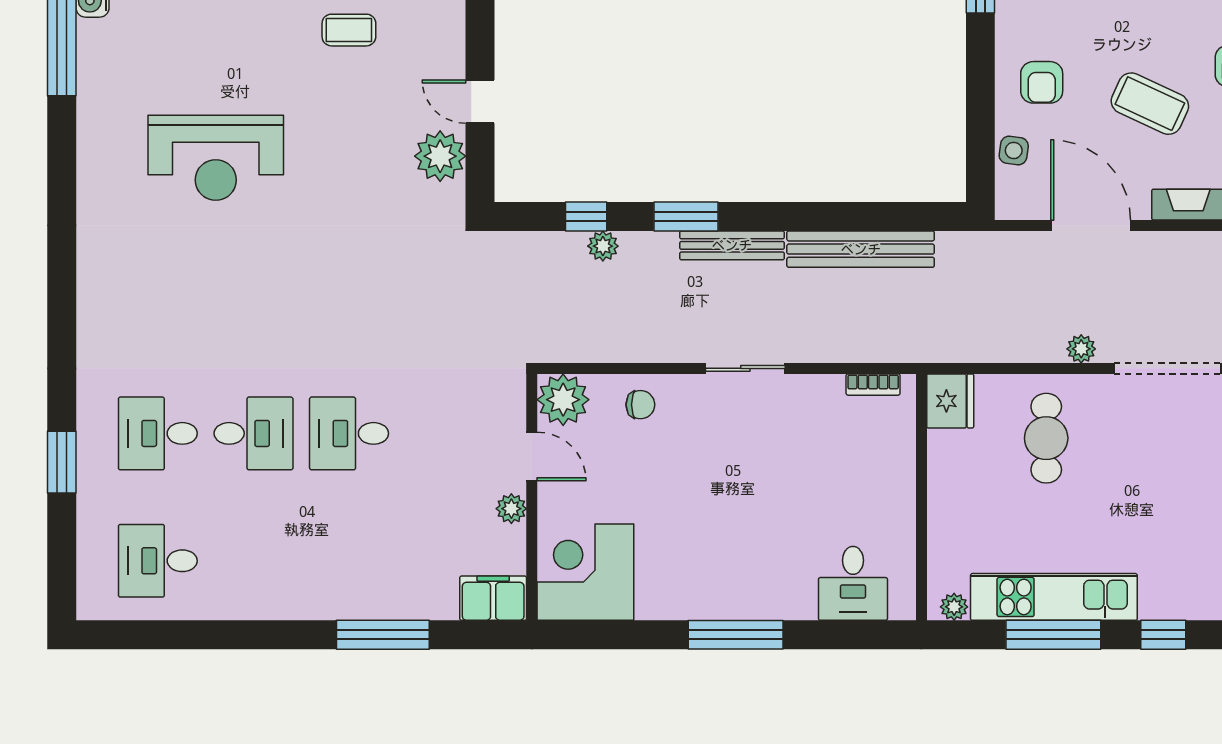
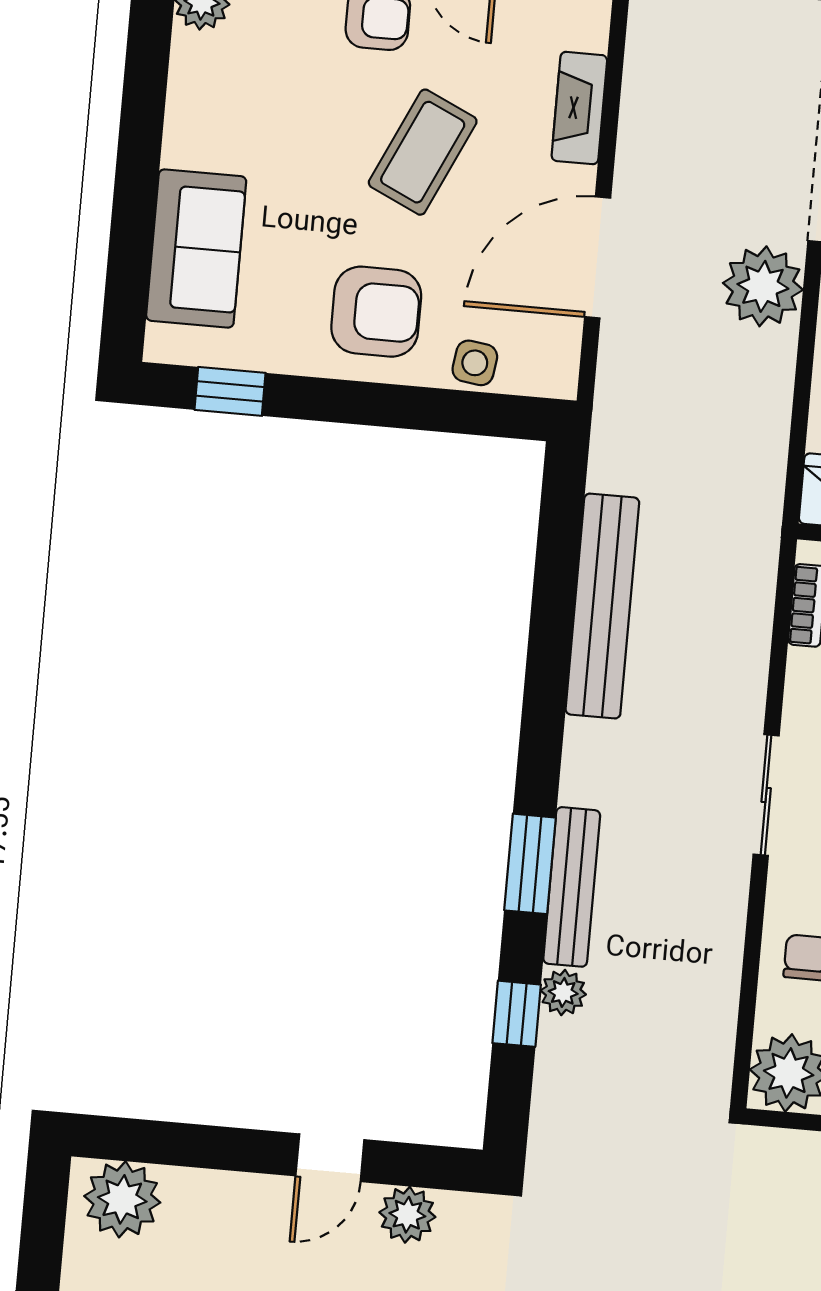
armchair: (1042, 82) -> (376, 312), width x1.38, depth x1.38
plant: (440, 156) -> (407, 1215), width x0.73, depth x0.73
bench: (732, 245) -> (572, 887), moved
plant: (1081, 349) -> (763, 286), width x1.88, depth x1.88

